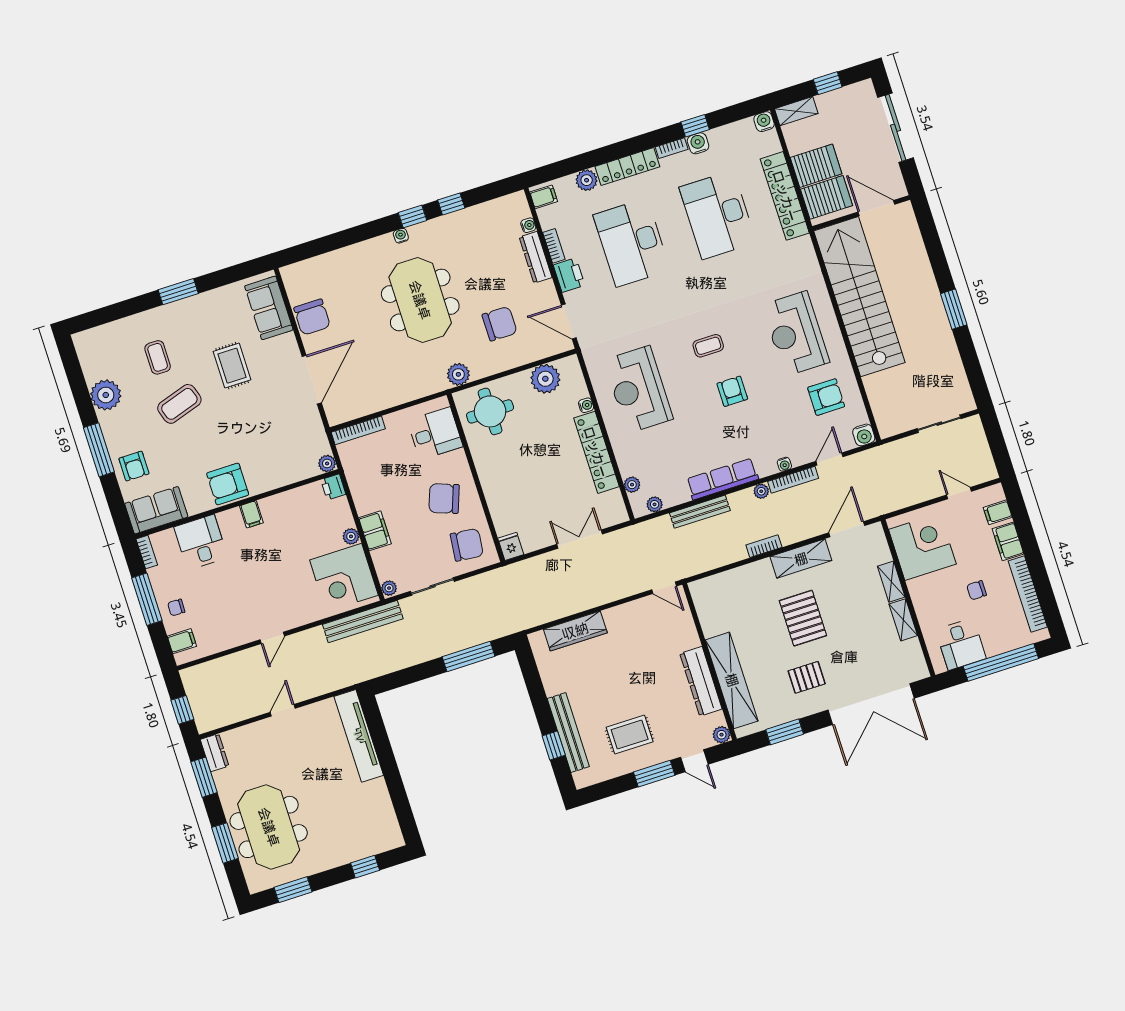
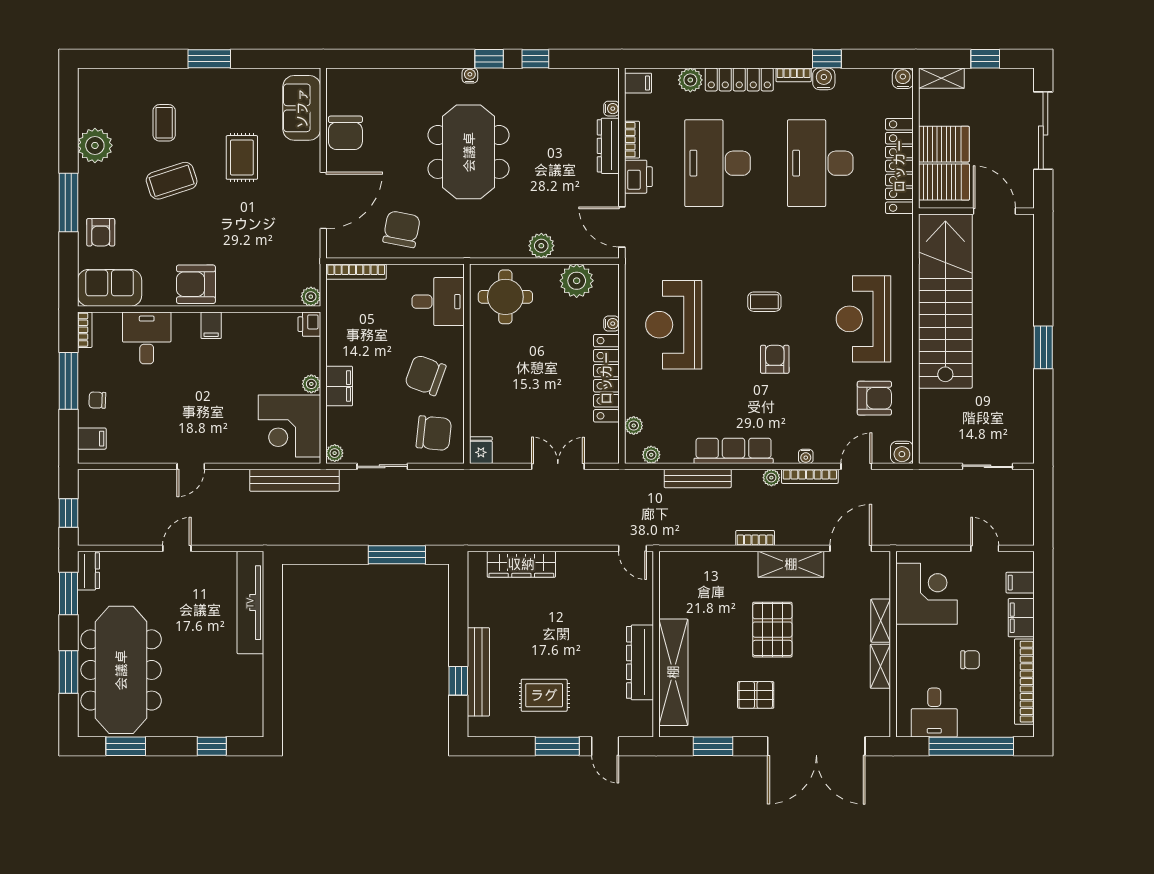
chair: (500, 324) -> (402, 229), moved, turned -79
plant: (458, 374) -> (541, 246), moved
chair: (977, 590) -> (970, 660), turned 180
plant: (722, 735) -> (644, 727), removed
meeting table: (269, 827) -> (121, 670), width x1.36

